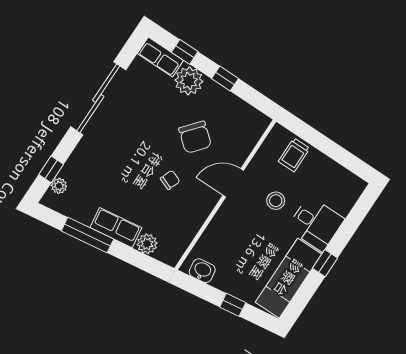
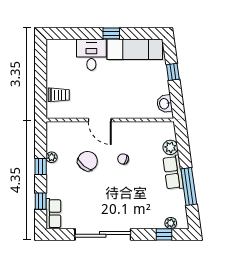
plant: (189, 81) -> (52, 157), moved, width x0.53, depth x0.53
stool: (276, 201) -> (93, 88), removed

